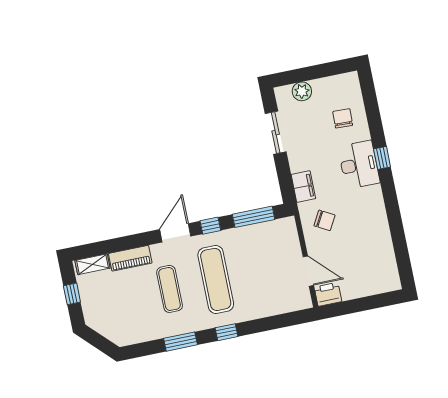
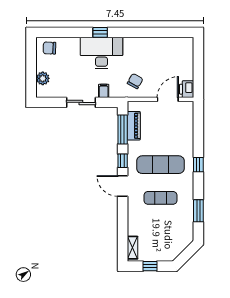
chair: (343, 118) -> (49, 48), moved
sliding door: (276, 133) -> (81, 102), moved
desk: (359, 165) -> (101, 53), width x1.36, depth x1.30
filing cabinet: (303, 187) -> (104, 91), width x0.50
piano: (130, 258) -> (134, 126), moved
window: (181, 342) -> (198, 211), moved

